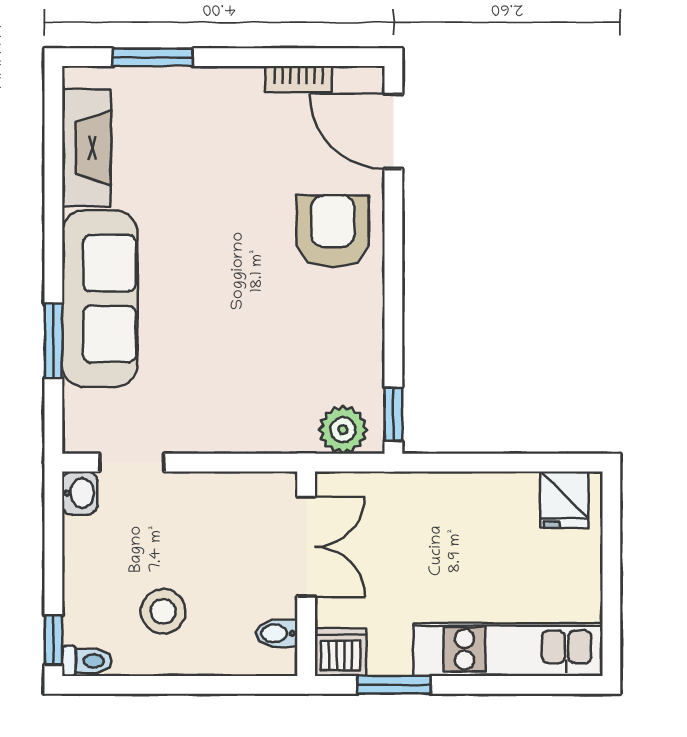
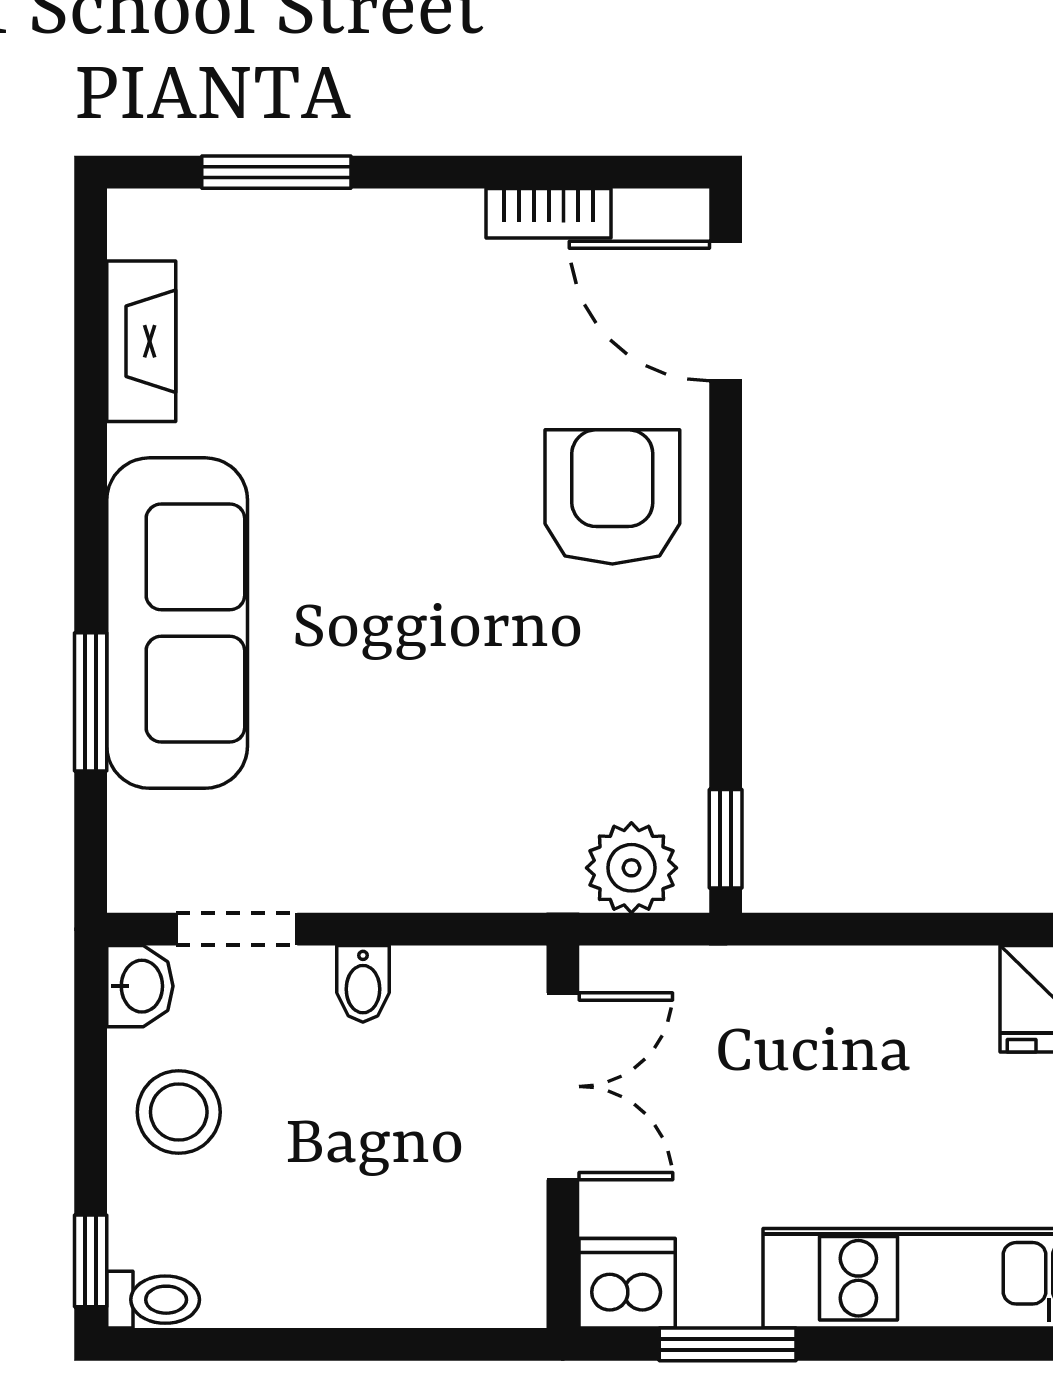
fireplace: (86, 148) -> (141, 341), width x0.73, depth x0.76
stool: (163, 611) -> (179, 1112), moved
bidet: (277, 633) -> (363, 984), moved, turned -90

